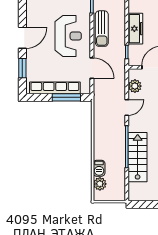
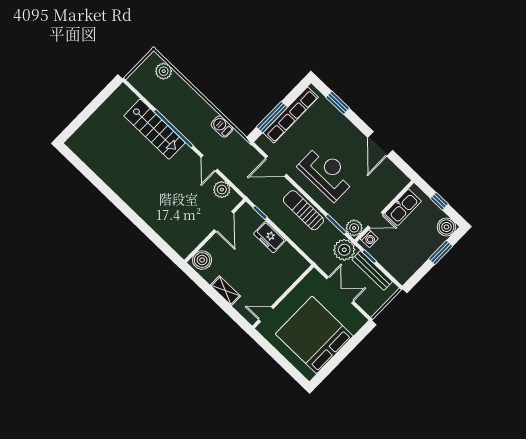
freezer: (135, 29) -> (270, 237), width x0.71
reception desk: (68, 36) -> (326, 173), turned 180
door: (22, 38) -> (380, 144), moved
barbecue: (99, 168) -> (222, 127), moved

